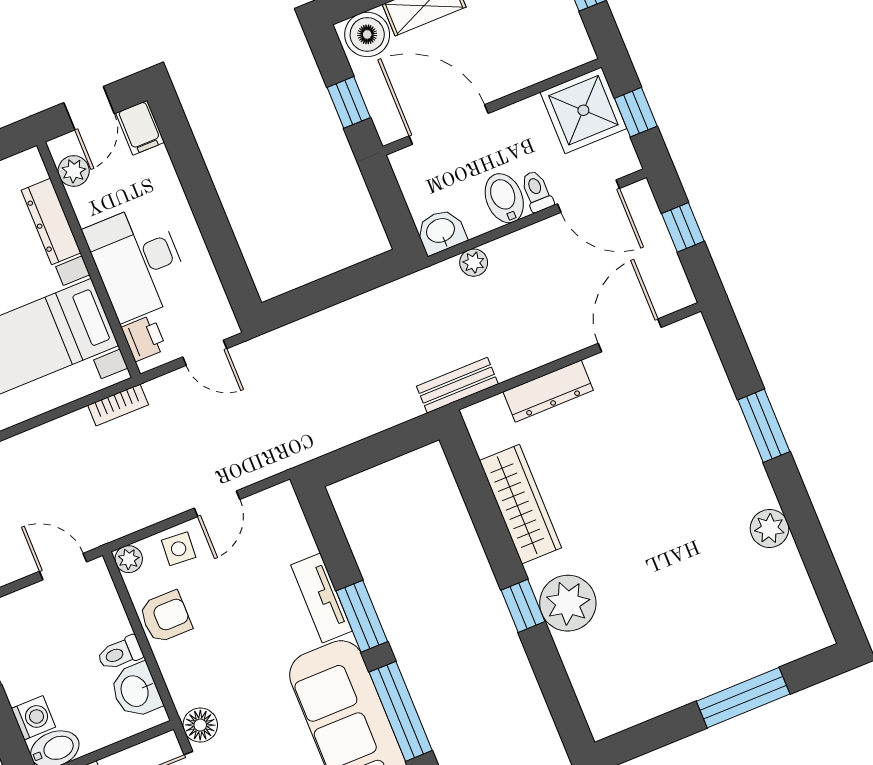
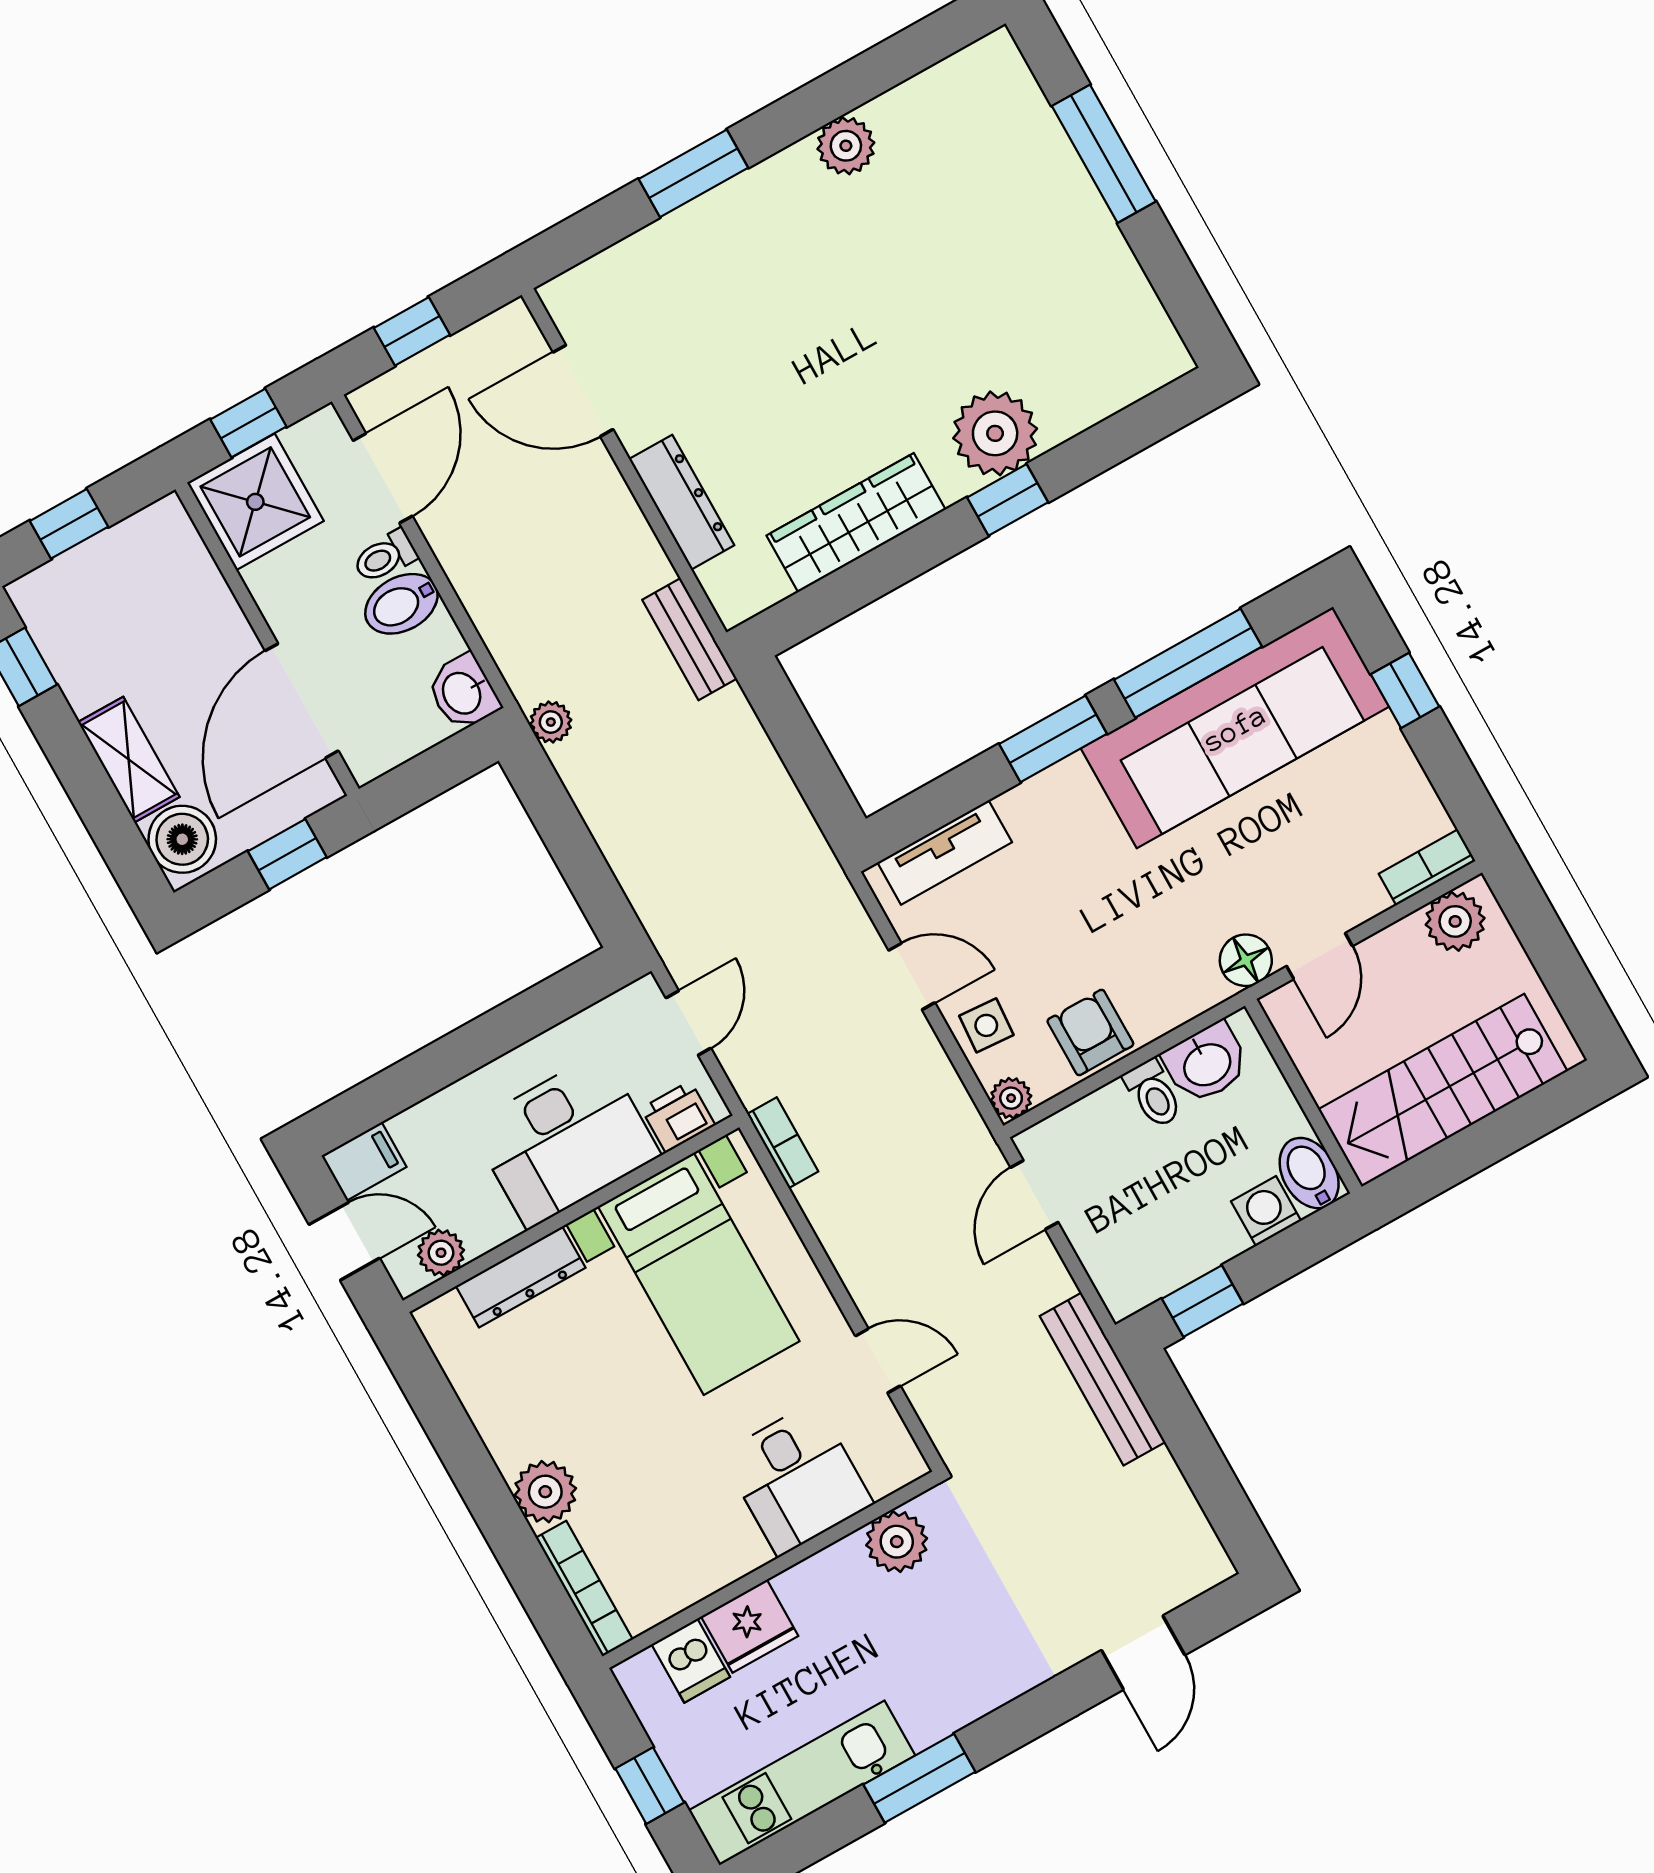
plant: (474, 263) -> (551, 722), moved
tv unit: (321, 598) -> (945, 852), moved

